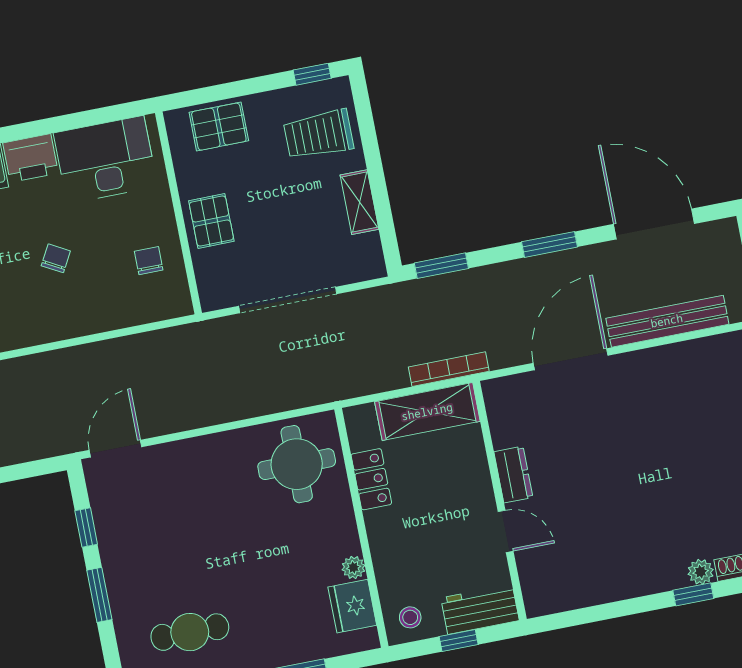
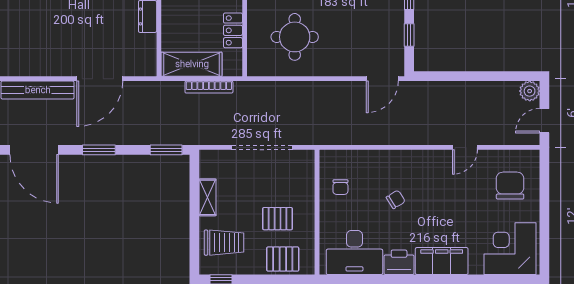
pallet: (211, 221) -> (278, 219), moved, turned 90
chair: (56, 258) -> (396, 199), turned -151
bookcase: (449, 369) -> (209, 87), moved
round table: (297, 464) -> (295, 37), moved

